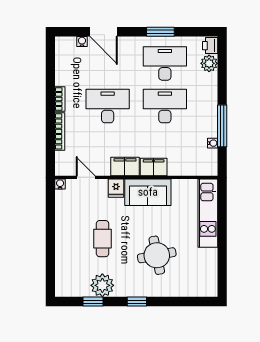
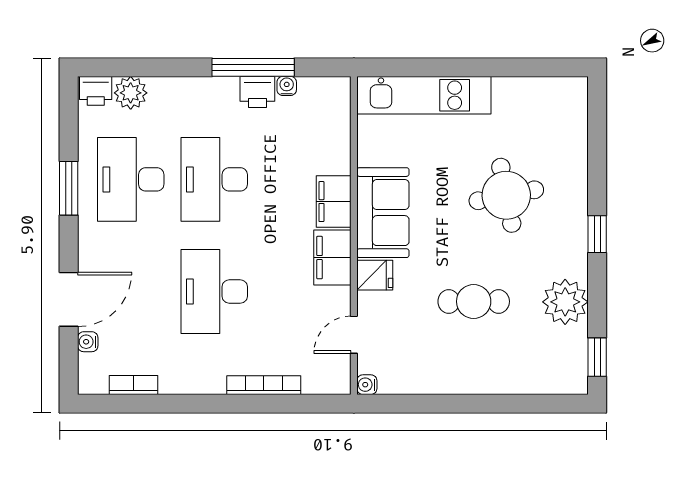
bookcase: (60, 99) -> (134, 385), moved
printer: (210, 128) -> (257, 92), added
window: (93, 302) -> (597, 357), moved

